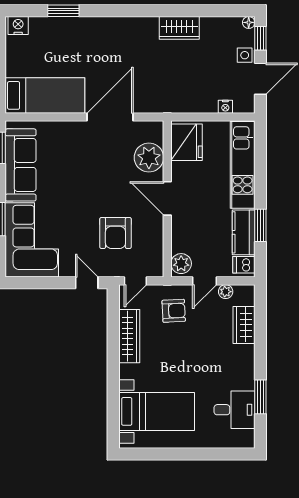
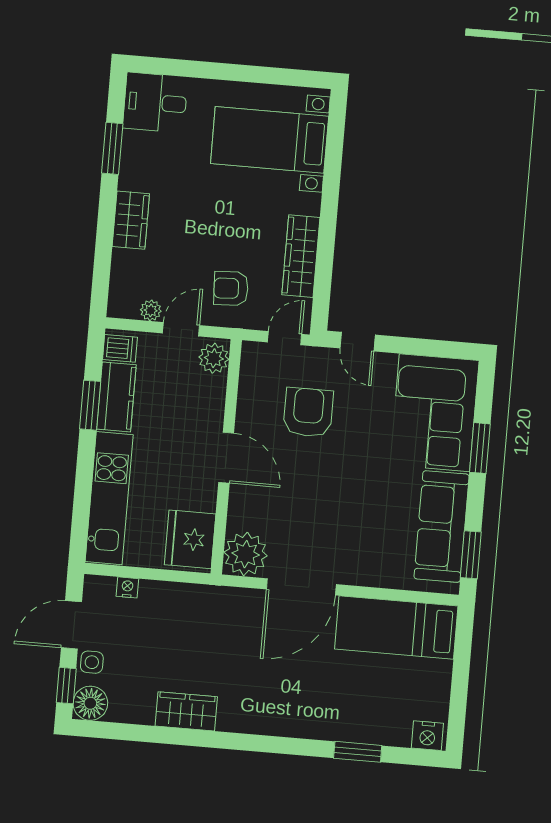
floor lamp: (249, 22) -> (90, 703), width x1.89, depth x1.89
plant: (149, 158) -> (246, 554), moved
wardrobe: (244, 325) -> (131, 220), moved
desk: (234, 410) -> (155, 103), moved

